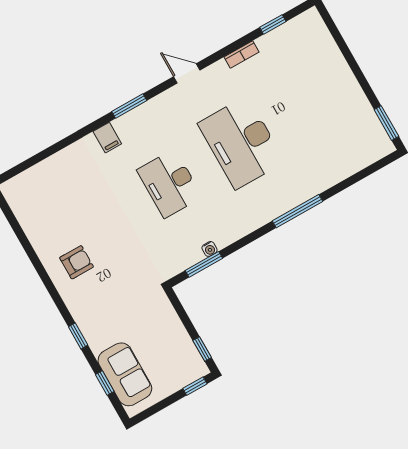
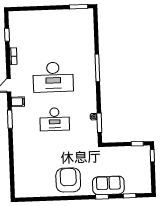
filing cabinet: (107, 138) -> (18, 102), moved
armchair: (77, 262) -> (68, 180), width x1.88, depth x1.88
sofa: (125, 374) -> (108, 185), moved

